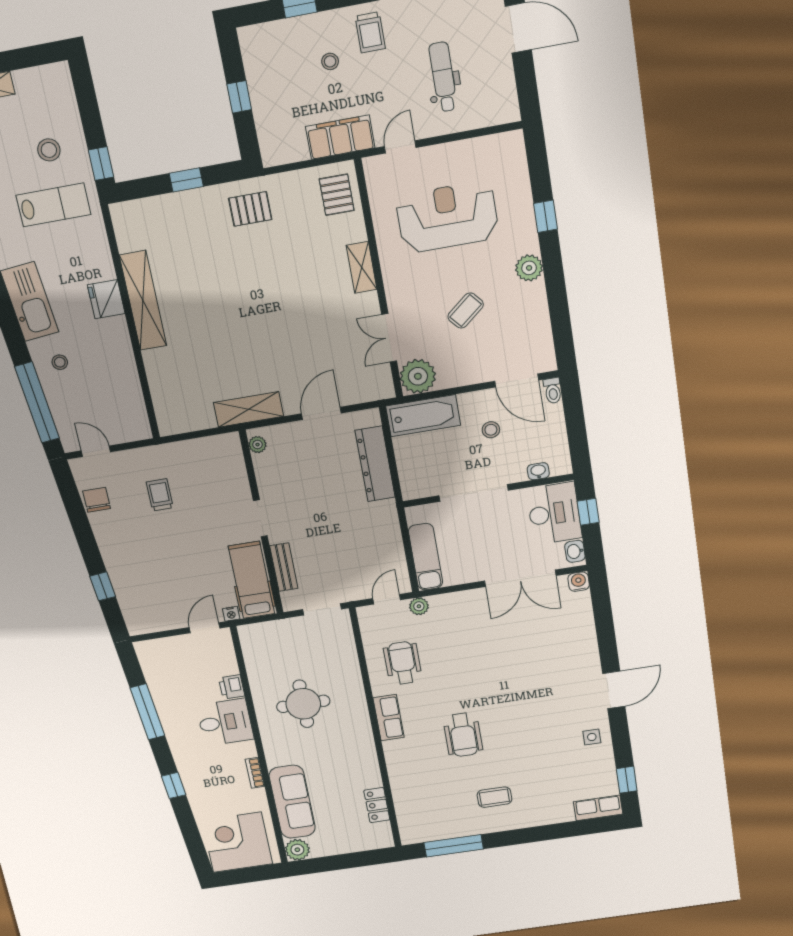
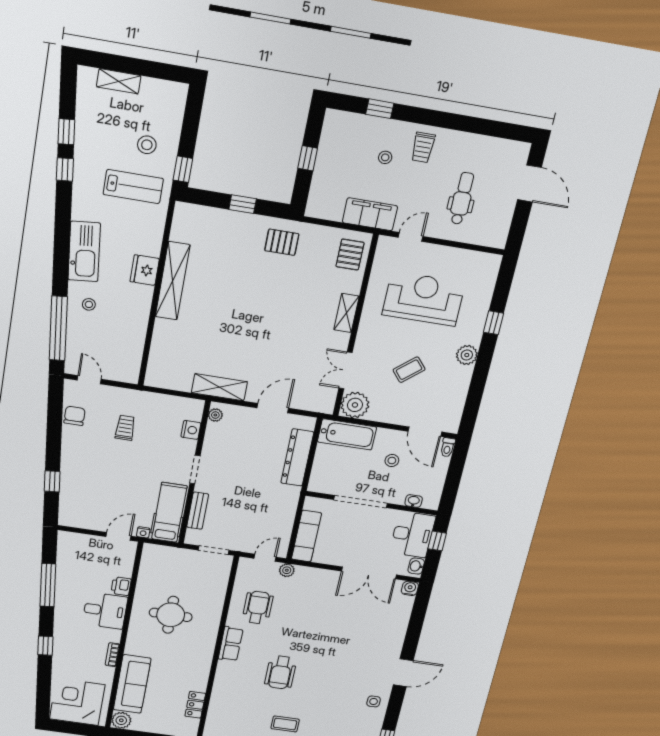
nightstand: (236, 472) -> (191, 430), added

